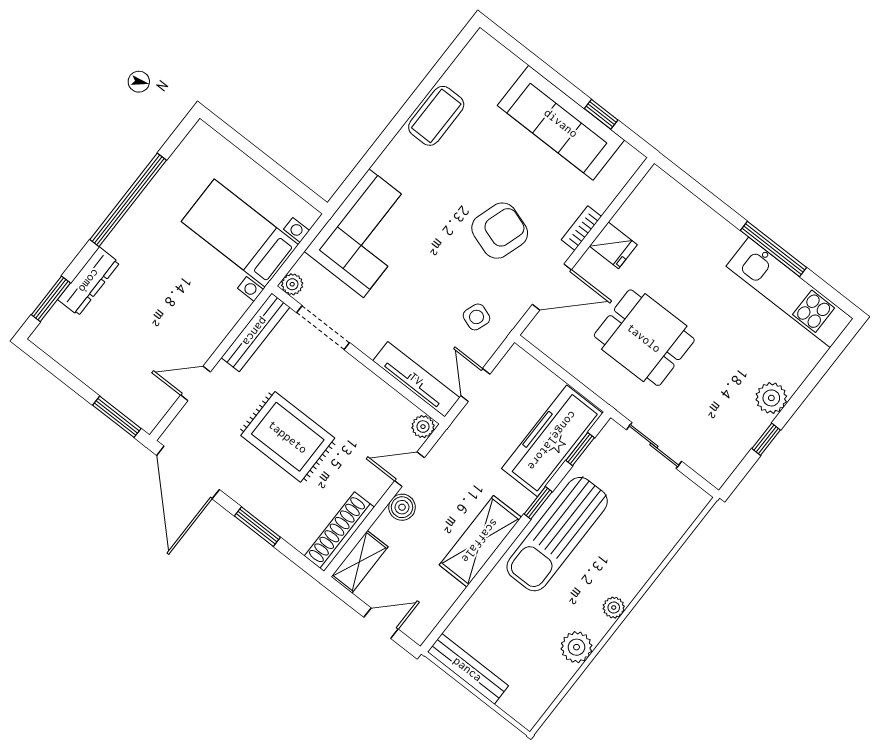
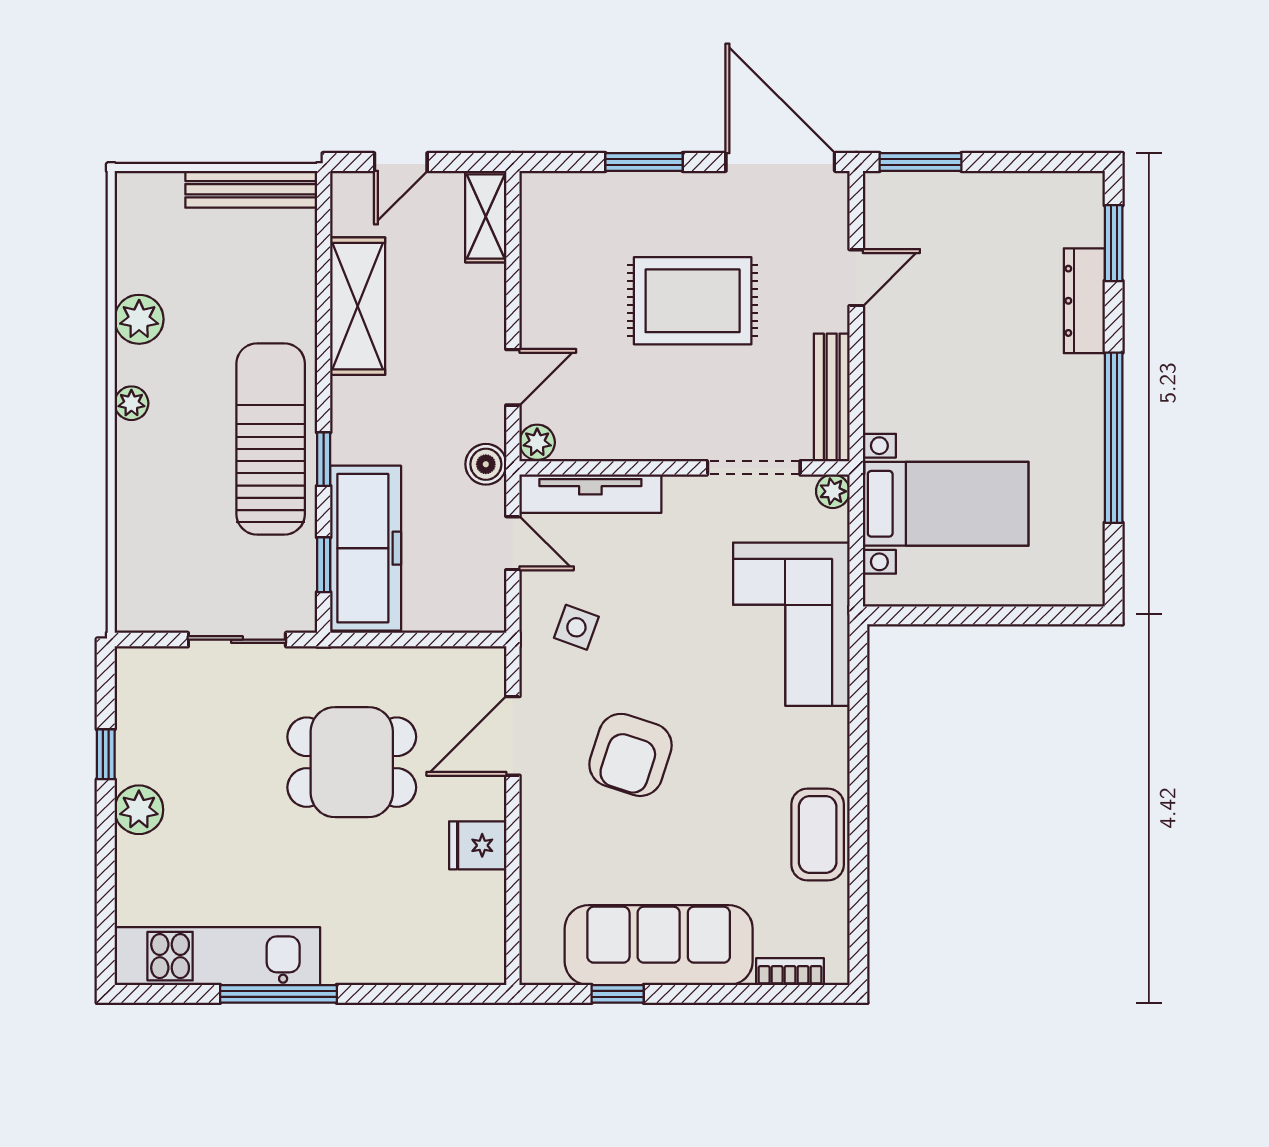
bookcase: (581, 228) -> (790, 972), moved, turned -90
boiler: (402, 507) -> (486, 464), moved
shoe rack: (339, 532) -> (539, 234), removed
shelving: (480, 541) -> (358, 306), moved

